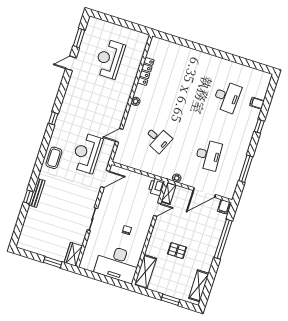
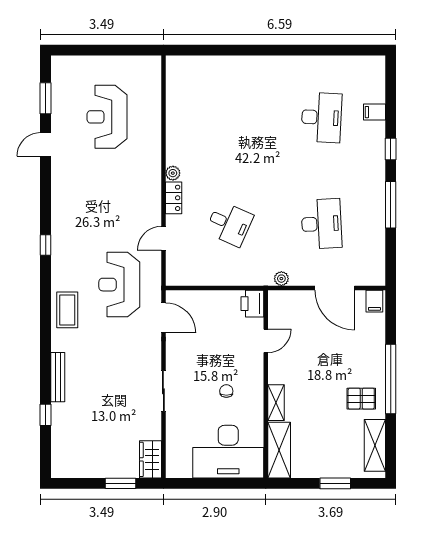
locker: (146, 71) -> (174, 198), moved, width x0.66
window: (246, 169) -> (391, 205), moved
door: (105, 179) -> (163, 318), hinge flipped
shelving: (169, 193) -> (276, 403), moved
door: (204, 193) -> (335, 288), hinge flipped
window: (28, 197) -> (46, 415), moved
window: (223, 239) -> (391, 379), moved
pallet: (177, 251) -> (361, 399), moved

